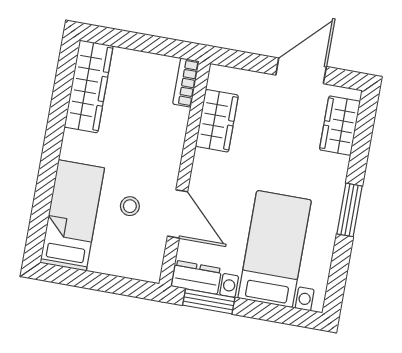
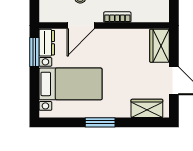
bookcase: (186, 83) -> (117, 17), moved
wardrobe: (217, 121) -> (160, 46), moved, turned 90

